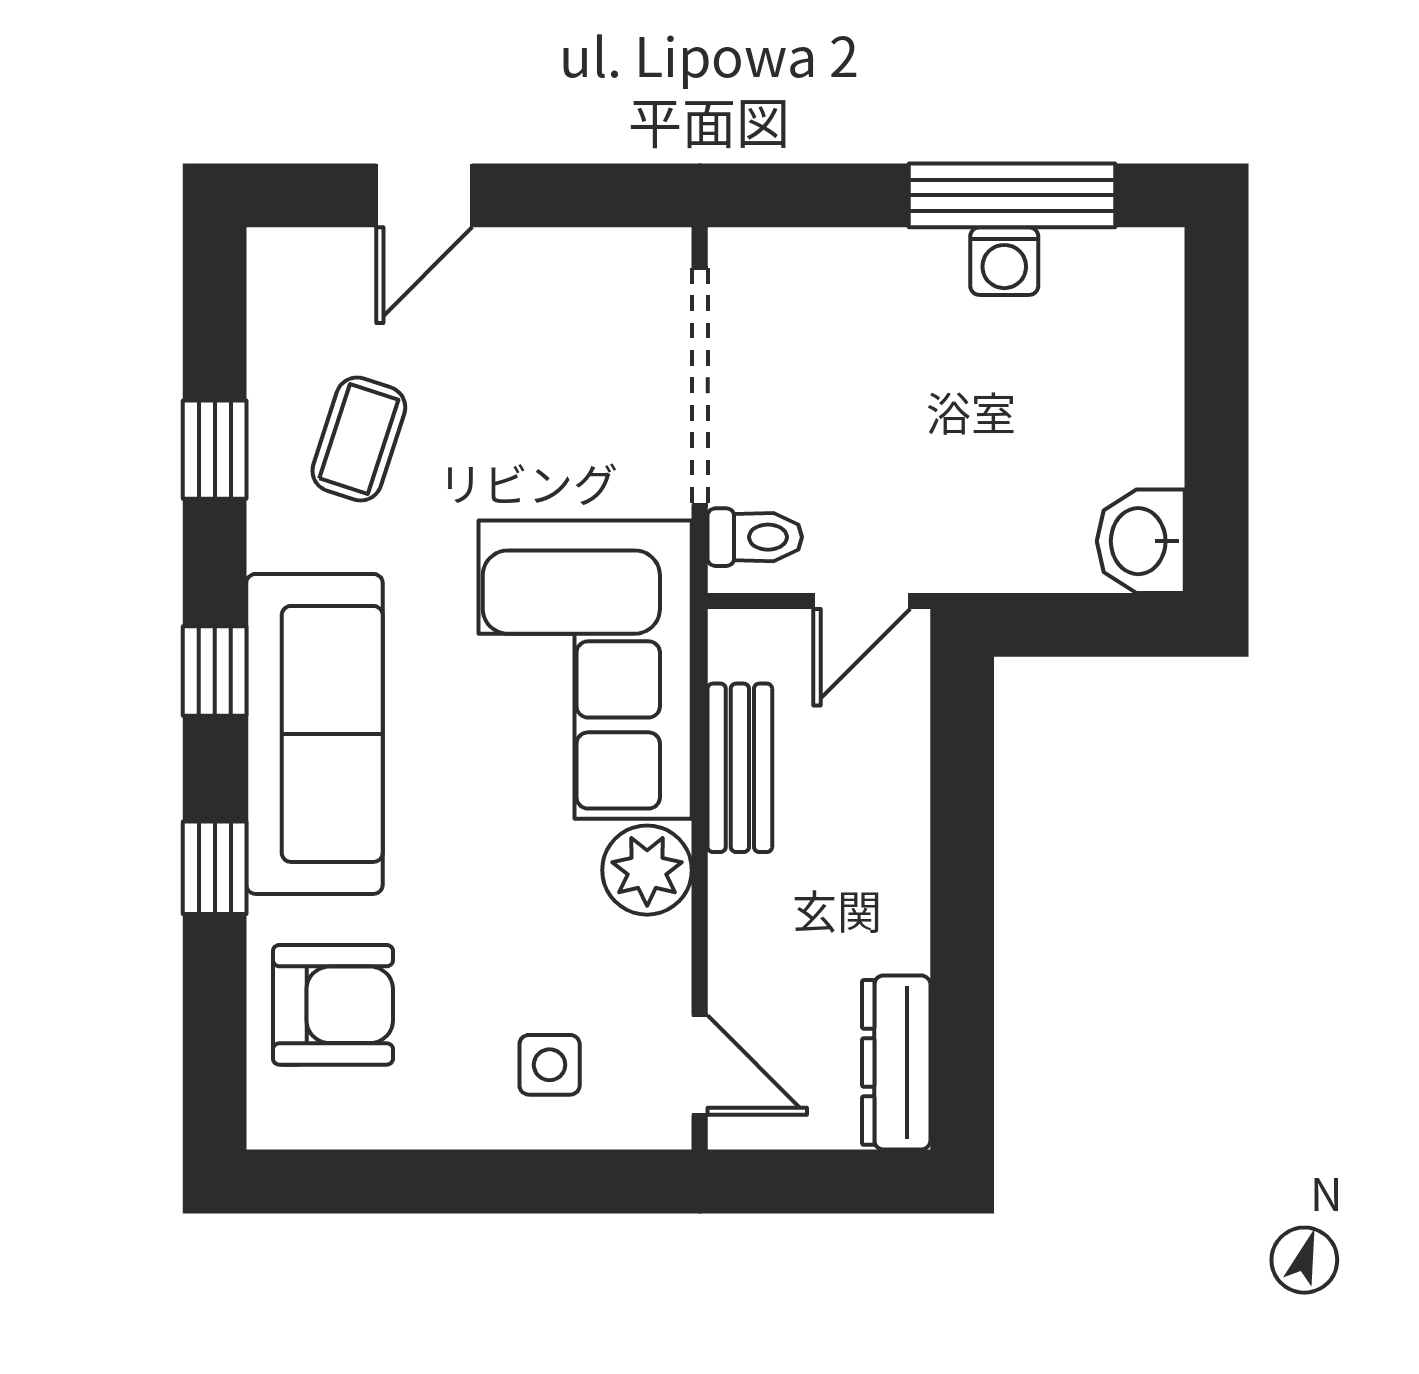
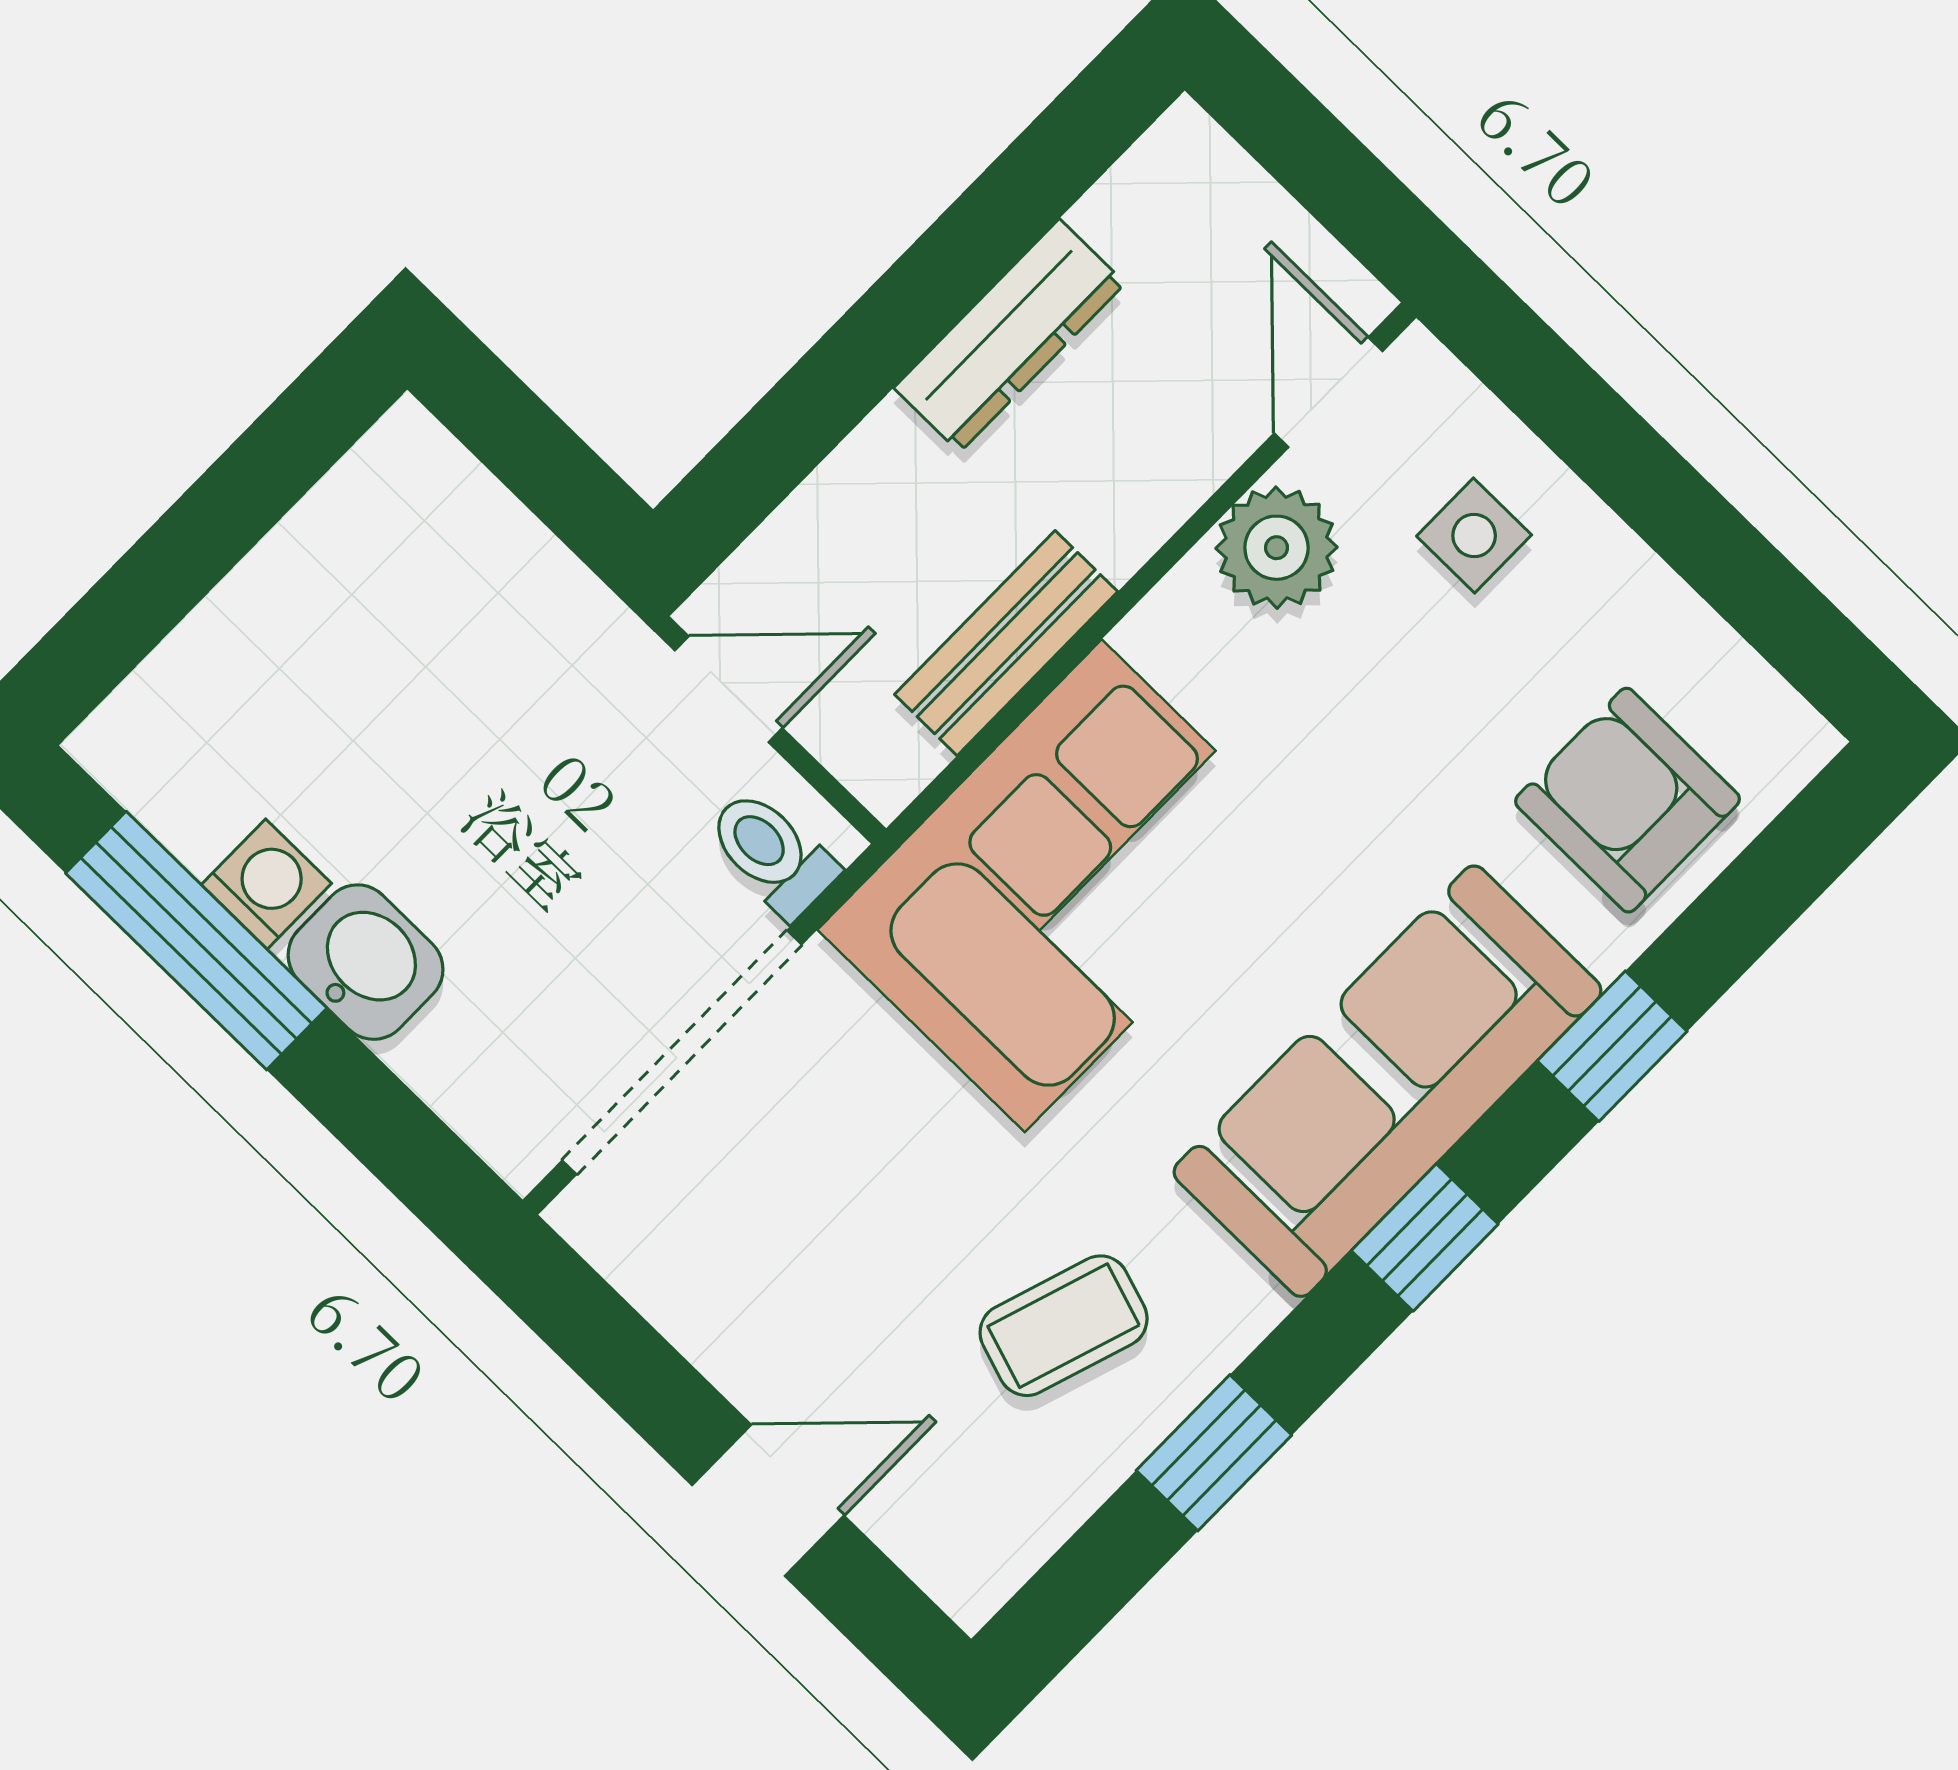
washbasin: (1141, 541) -> (366, 962), moved, turned -90
plant: (647, 870) -> (1276, 548), moved
dresser: (896, 1062) -> (1009, 336), moved

